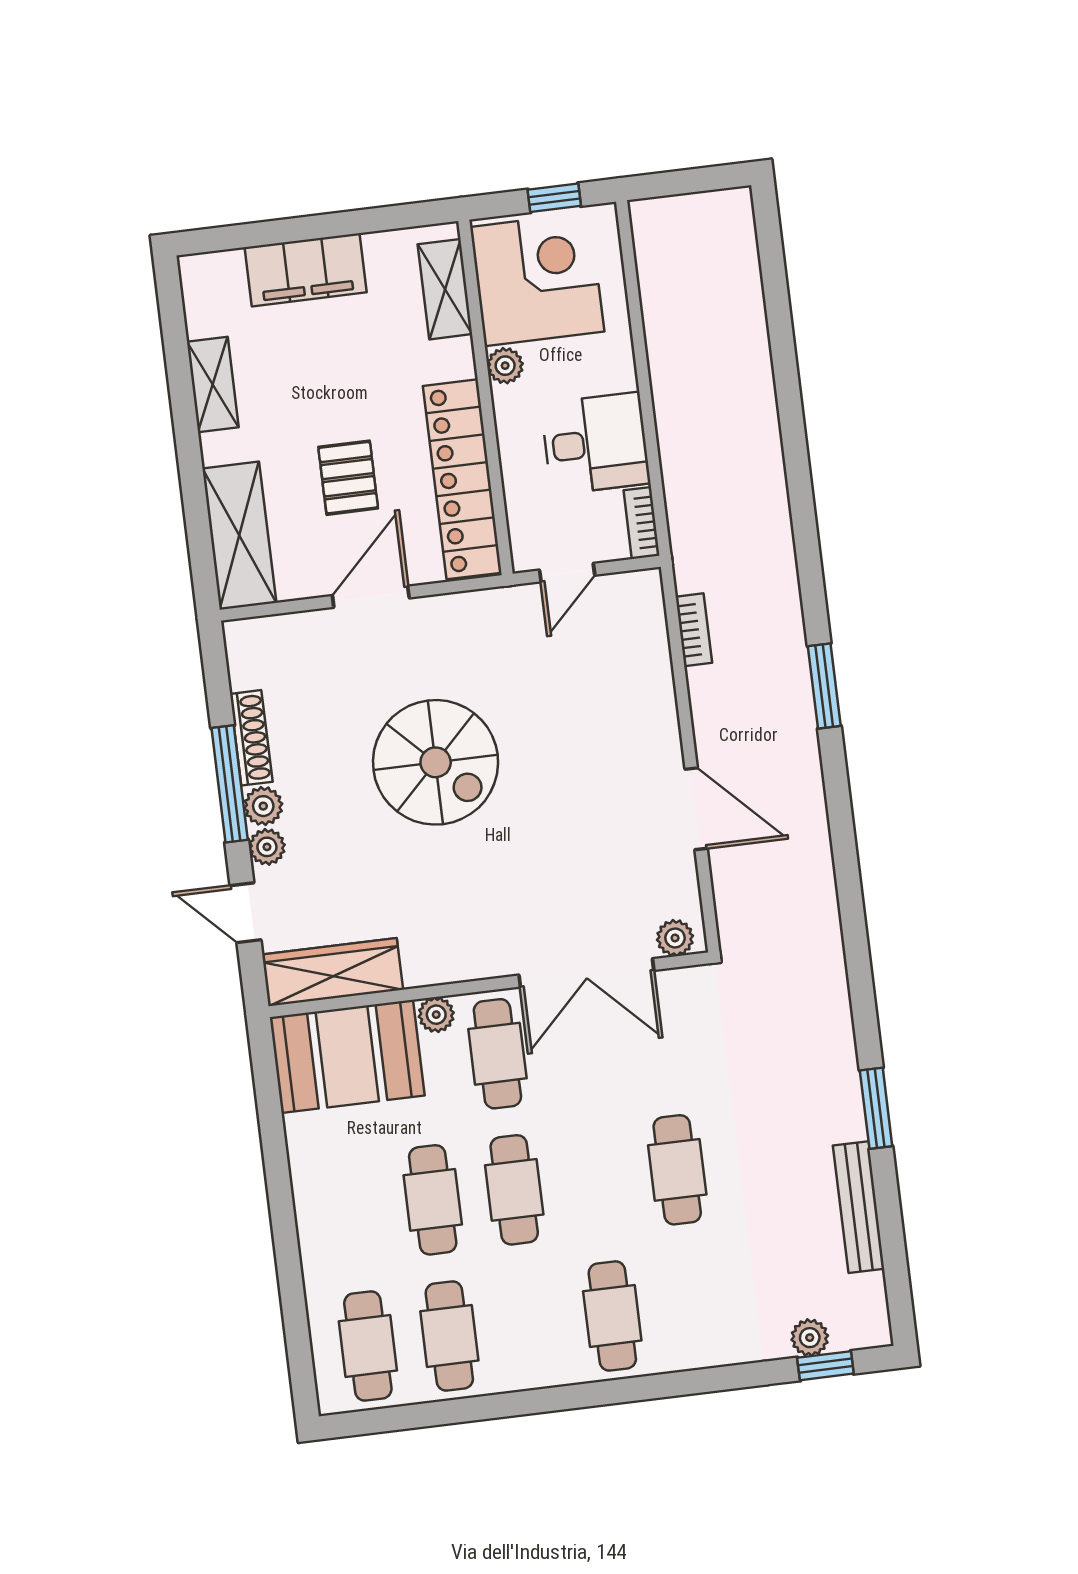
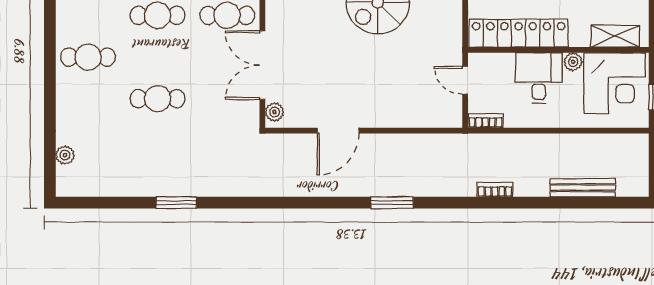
desk: (595, 443) -> (539, 78), moved, turned 180
bookcase: (694, 630) -> (495, 190), moved, turned 180
bench: (859, 1207) -> (583, 188), moved
window: (825, 1366) -> (50, 161), removed

